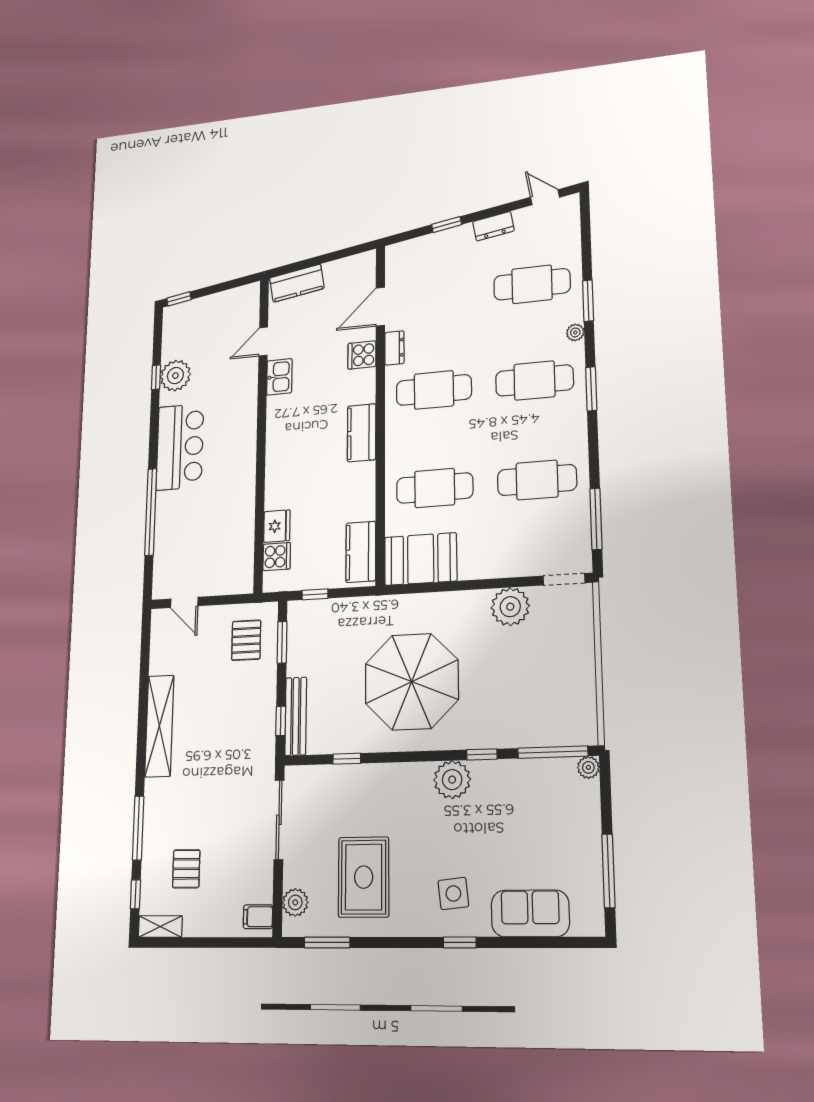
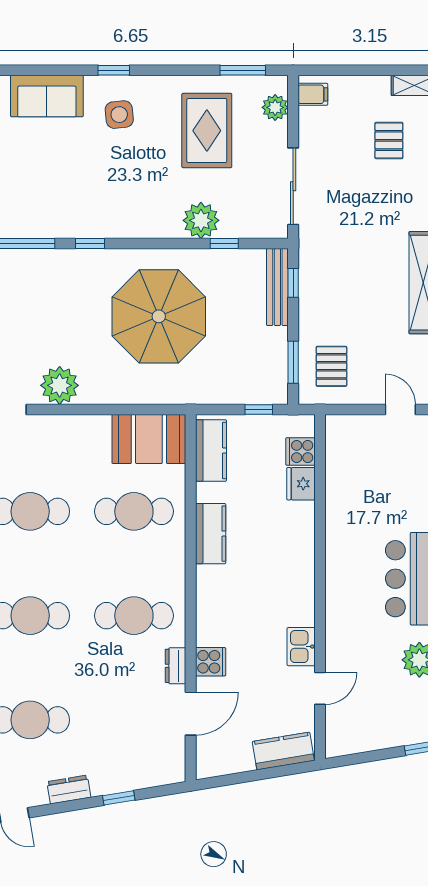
kitchen counter: (362, 433) -> (211, 534), moved
plant: (452, 780) -> (201, 220), moved

